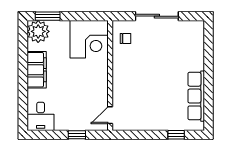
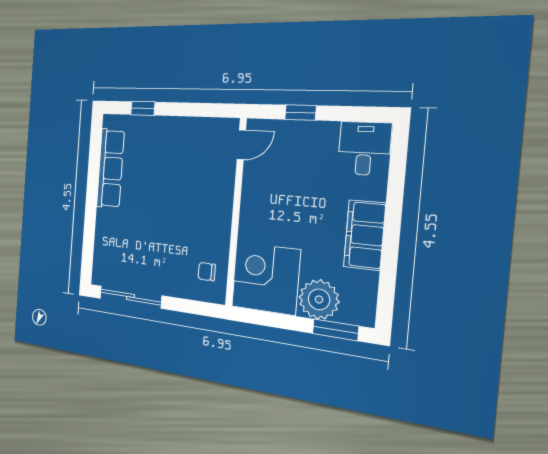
sliding door: (157, 16) -> (130, 297), moved
plant: (38, 31) -> (319, 299), moved

